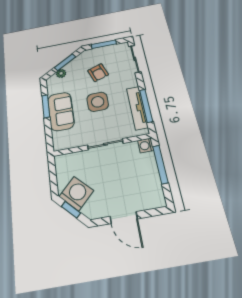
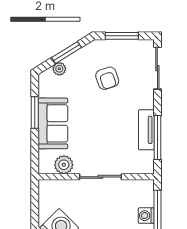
side table: (98, 102) -> (100, 120), removed
tv unit: (137, 108) -> (146, 130), width x0.71
plant: (73, 140) -> (64, 165), added
washing machine: (146, 145) -> (146, 216), moved

